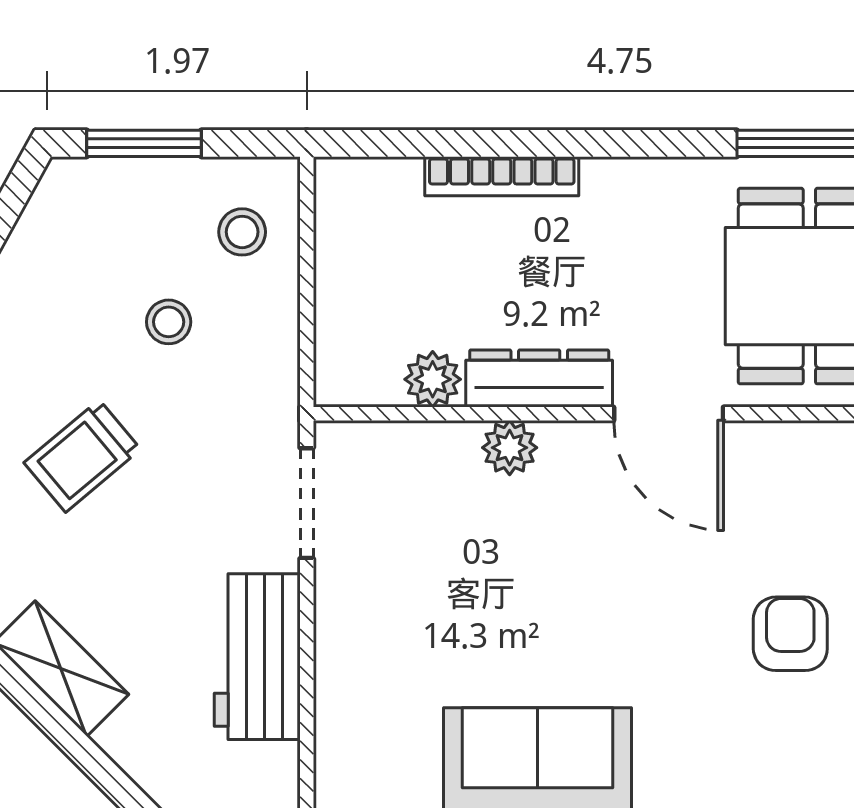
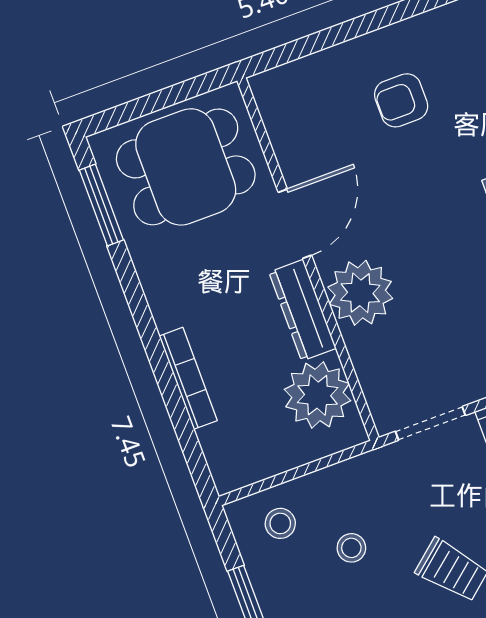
plant: (433, 379) -> (318, 395), width x1.88, depth x1.88
plant: (510, 448) -> (360, 293), width x1.87, depth x1.87

